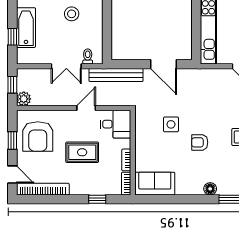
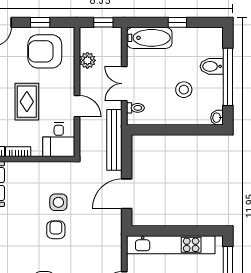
bathtub: (26, 28) -> (149, 38), moved
window: (12, 37) -> (177, 22), moved
plant: (24, 99) -> (87, 60), moved
armchair: (200, 142) -> (56, 230), moved

